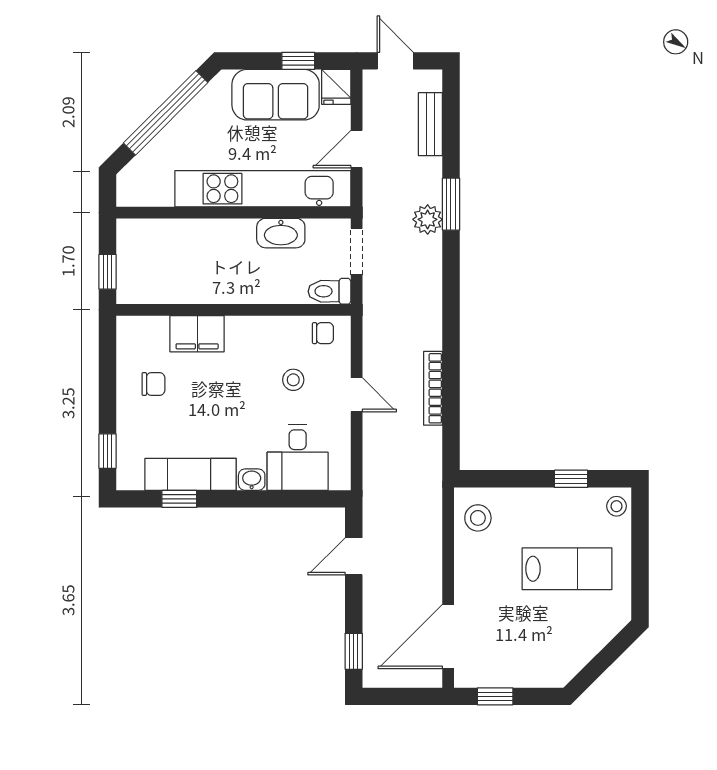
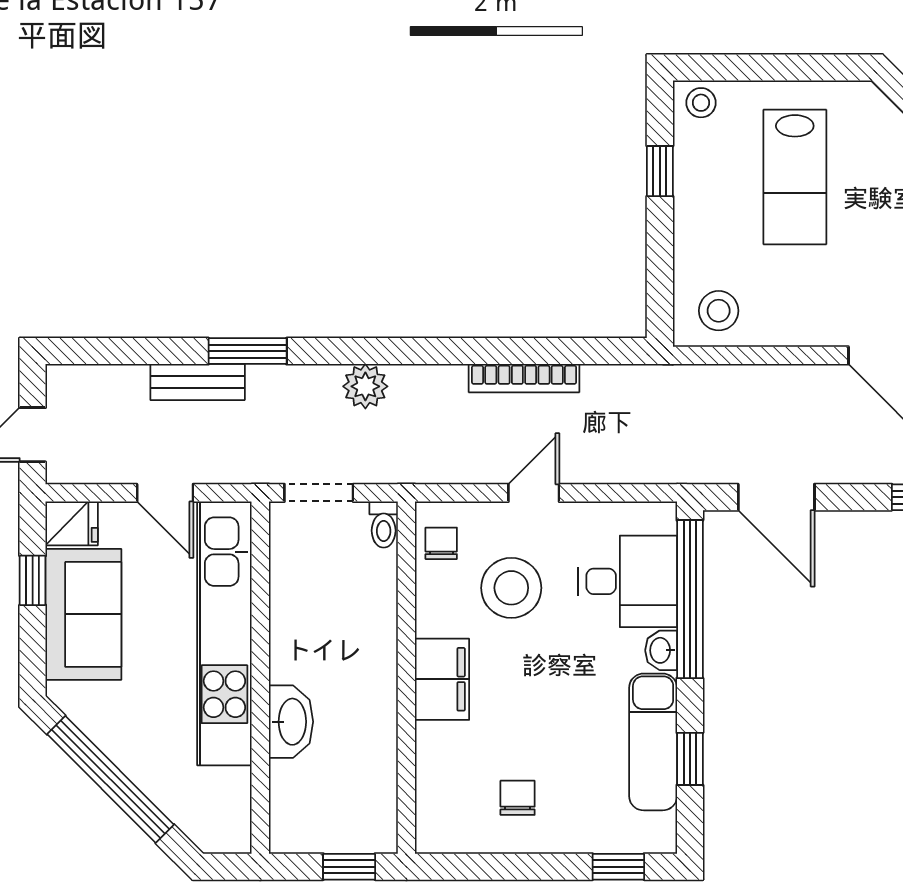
bench: (430, 124) -> (198, 382), moved
plant: (428, 219) -> (365, 386), moved
washbasin: (281, 233) -> (291, 722), moved
toilet: (330, 291) -> (384, 525), width x0.73, depth x0.72
filing cabinet: (197, 334) -> (442, 679), moved
stool: (293, 380) -> (511, 588), width x1.89, depth x1.89
window: (286, 499) -> (690, 599), added
door: (354, 556) -> (776, 497), width x1.38
lab bench: (567, 569) -> (795, 177), turned 180

